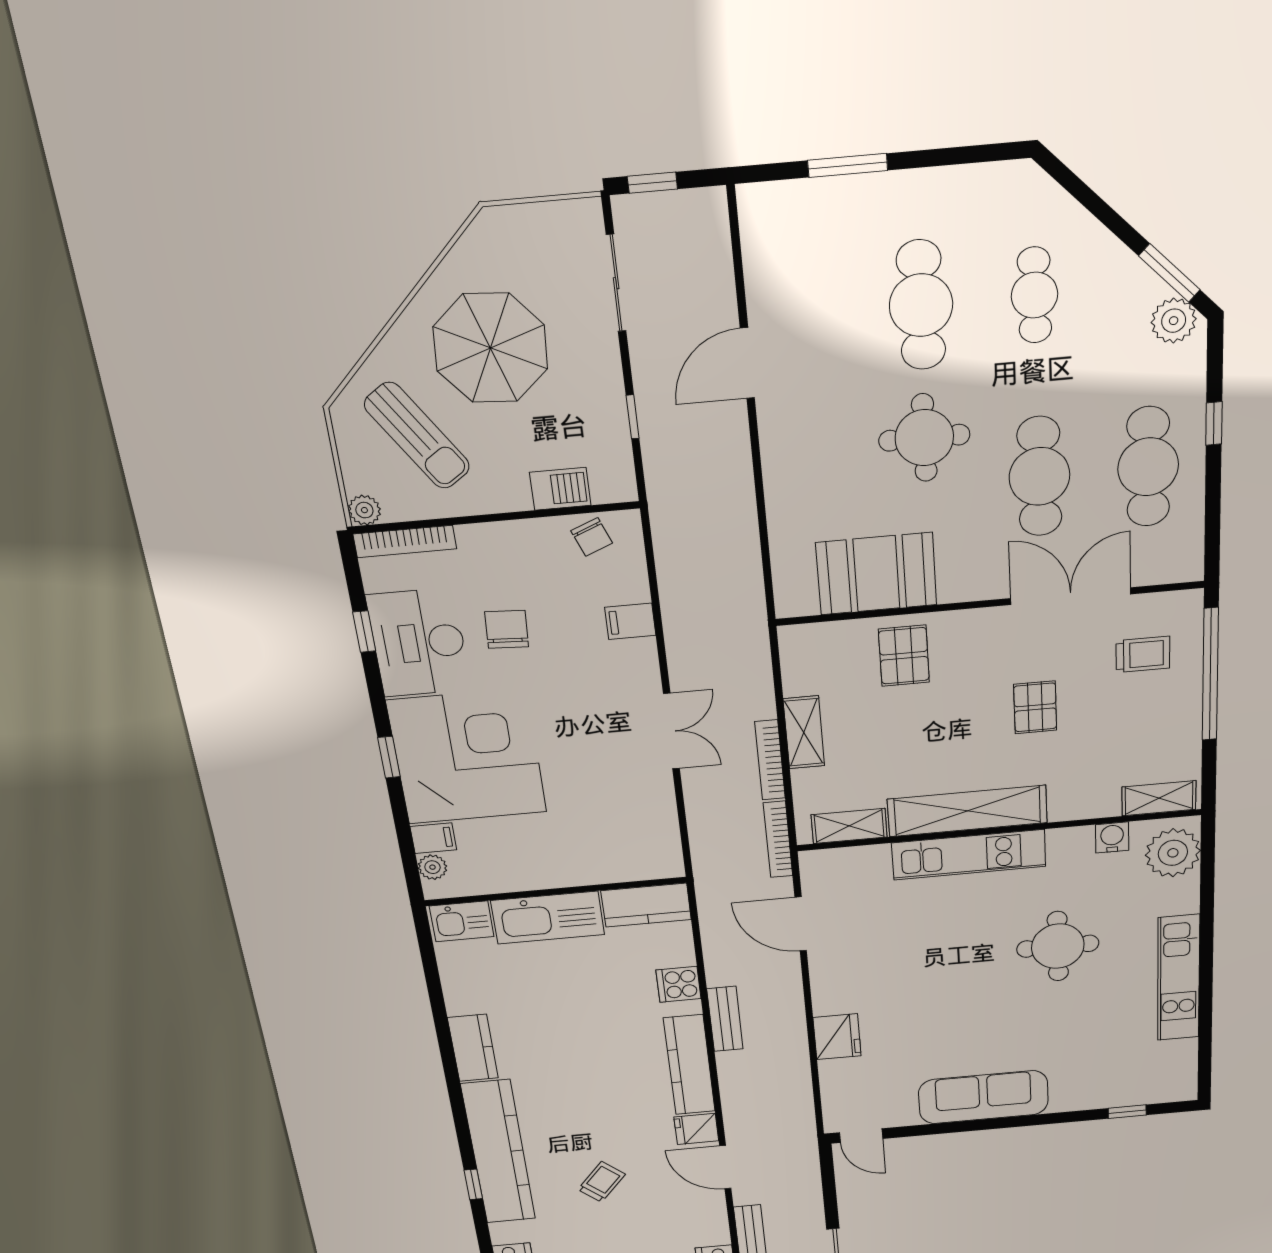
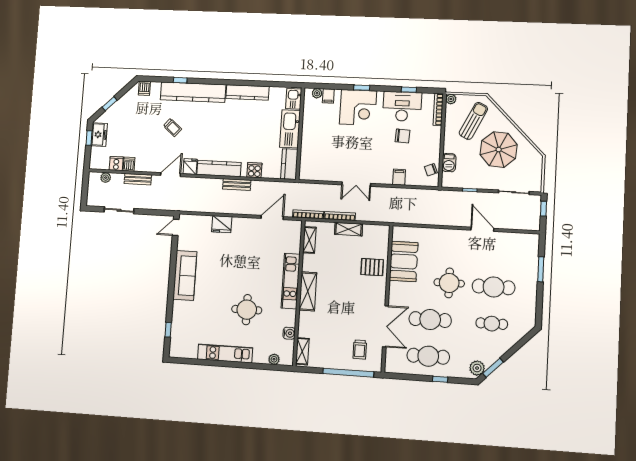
sun lounger: (417, 436) -> (473, 121), turned 150
pallet: (1035, 707) -> (345, 310), removed
corner desk: (467, 757) -> (358, 107), width x0.74, depth x0.74
shelving: (967, 811) -> (308, 291), width x0.68
plant: (1173, 853) -> (274, 359), width x0.53, depth x0.53
kitchen counter: (473, 1048) -> (247, 92), width x1.50

